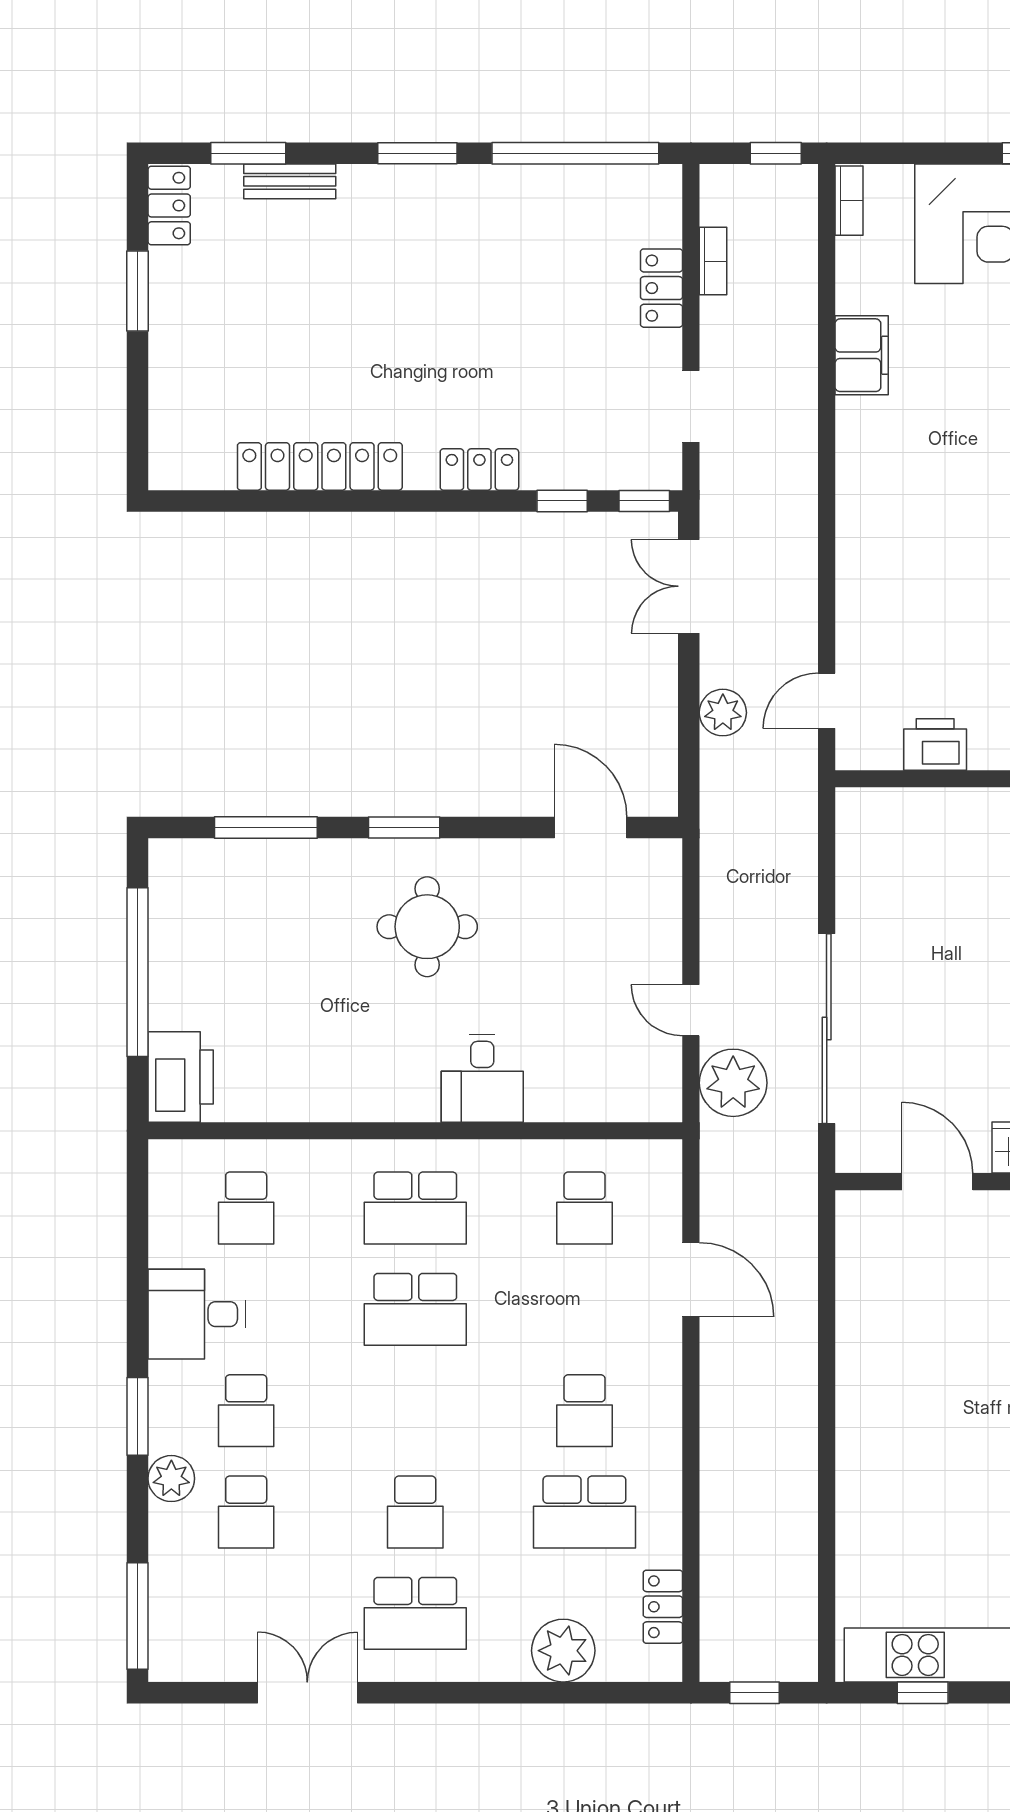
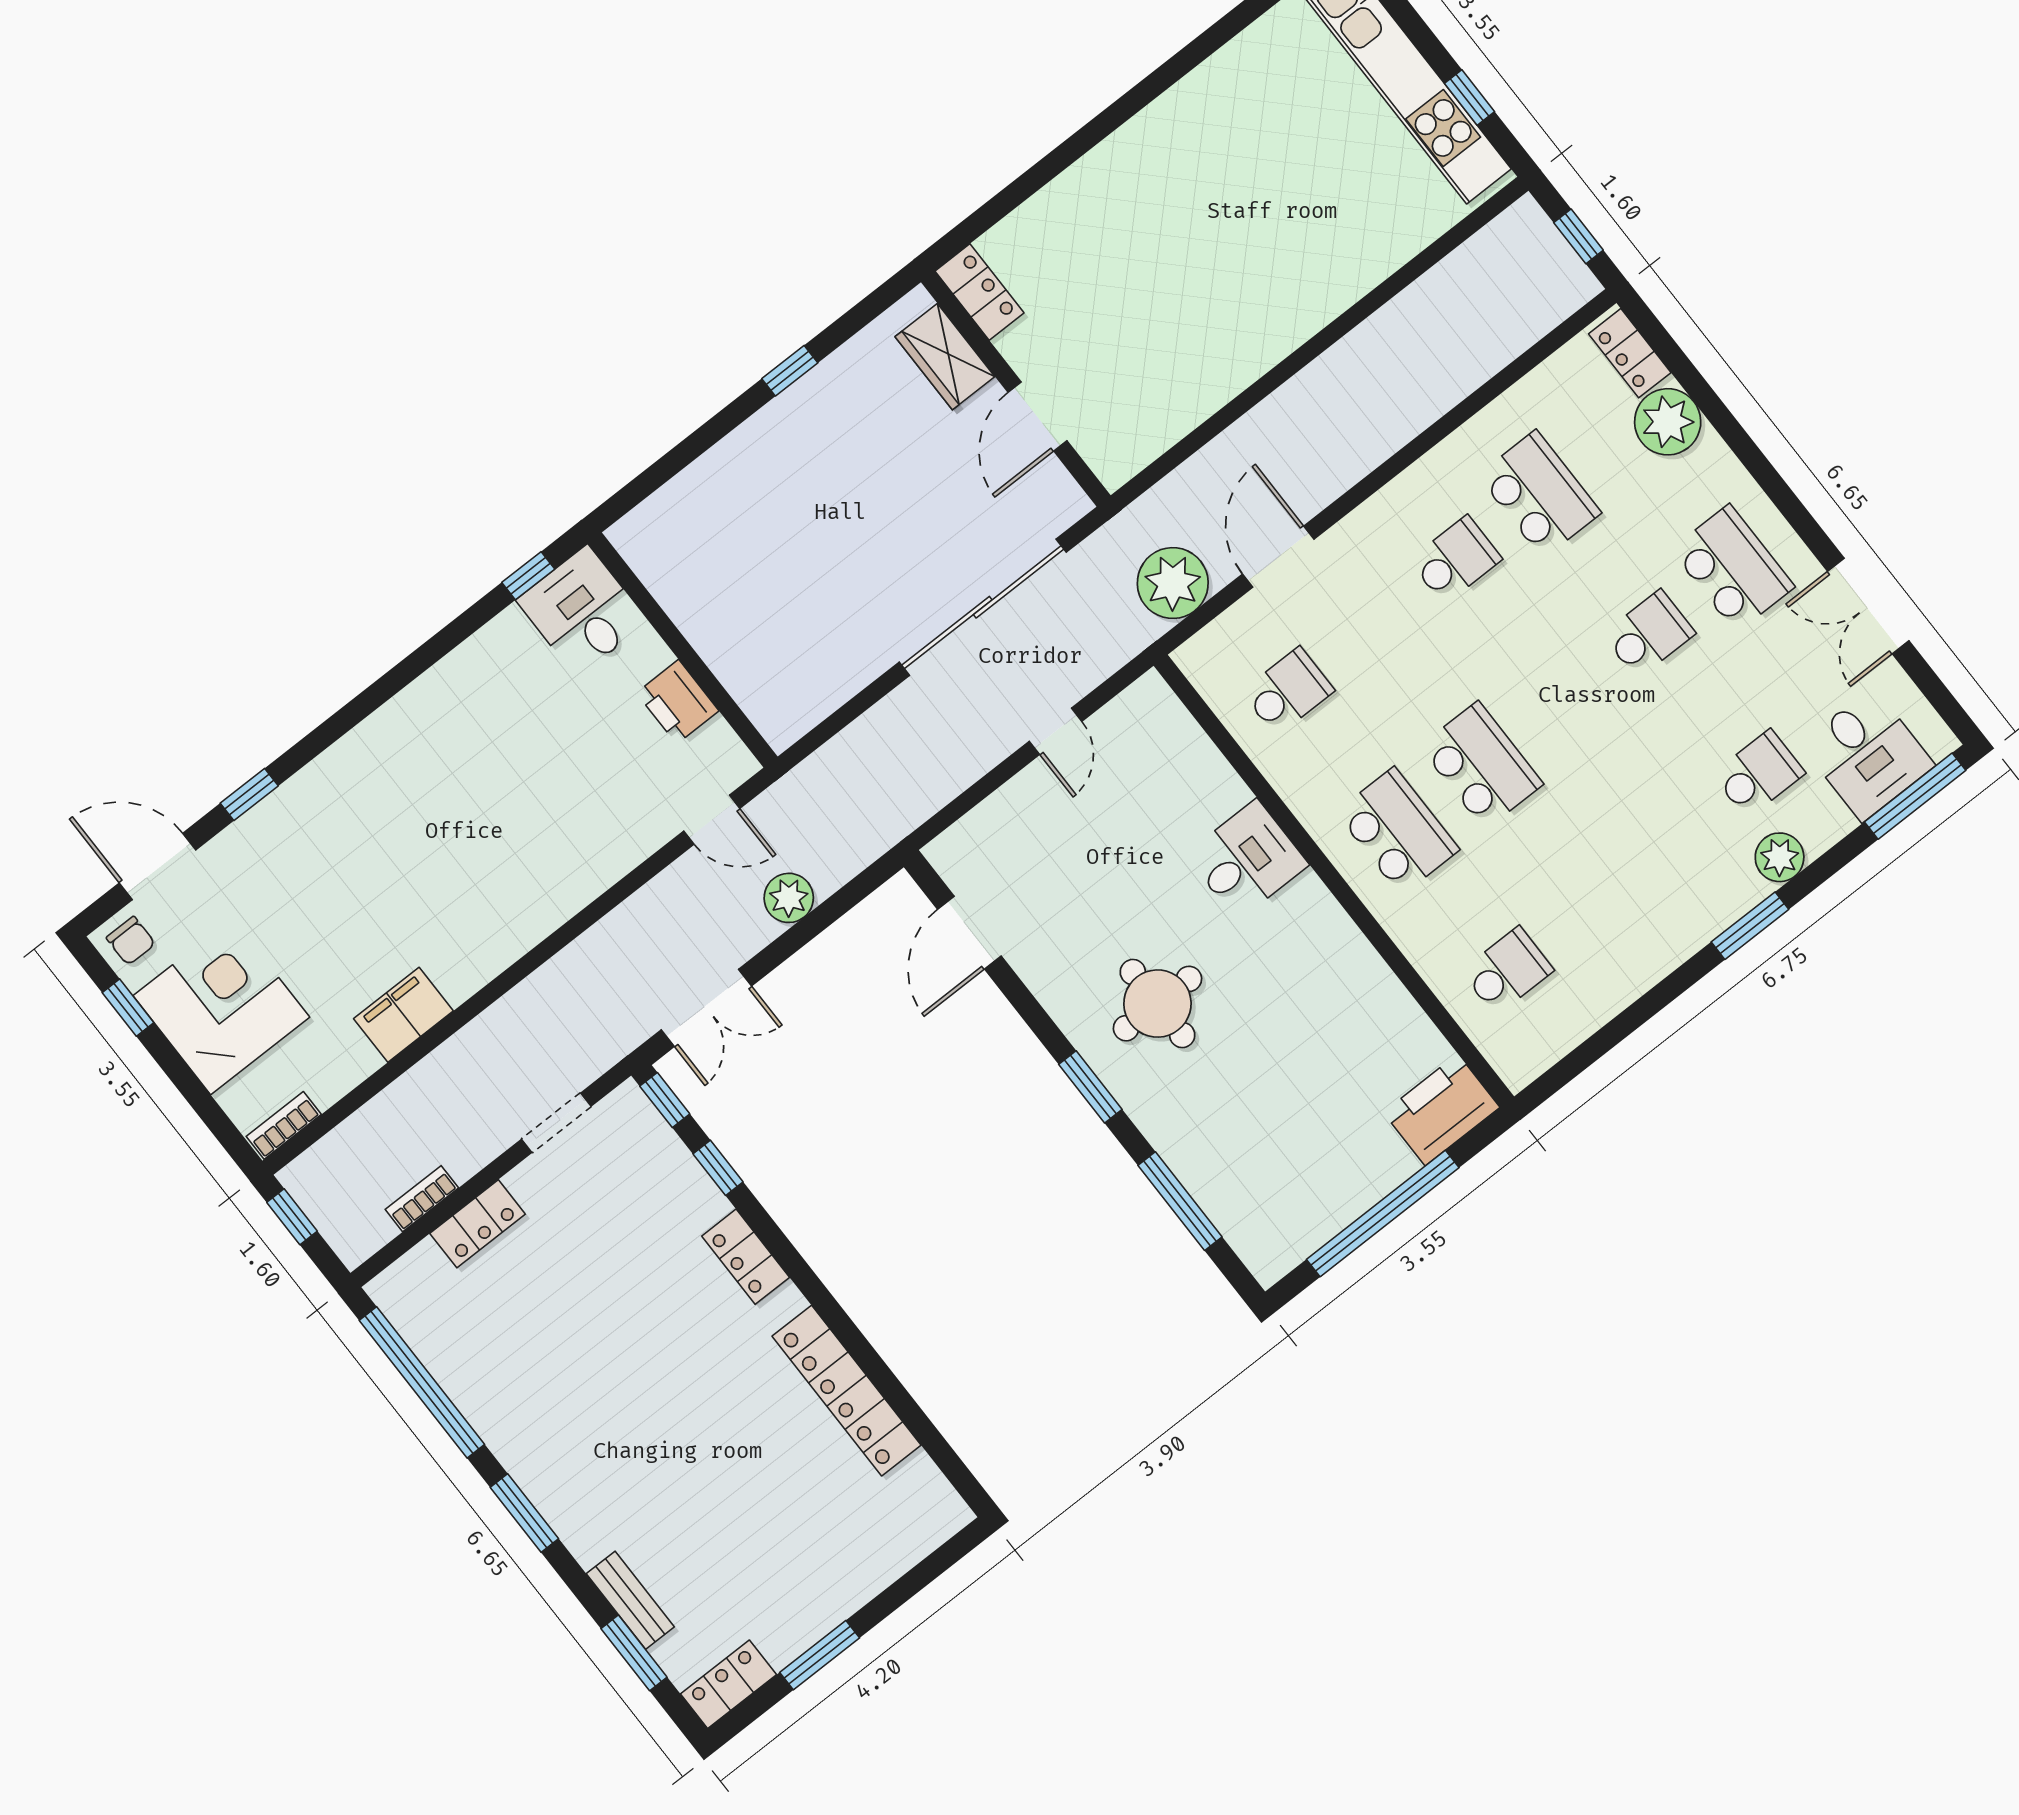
plant: (733, 1083) -> (1173, 583), moved
desk: (197, 1314) -> (1868, 755), moved
school desk: (246, 1411) -> (1675, 839), removed
locker: (663, 1607) -> (1630, 353), moved, turned 90

